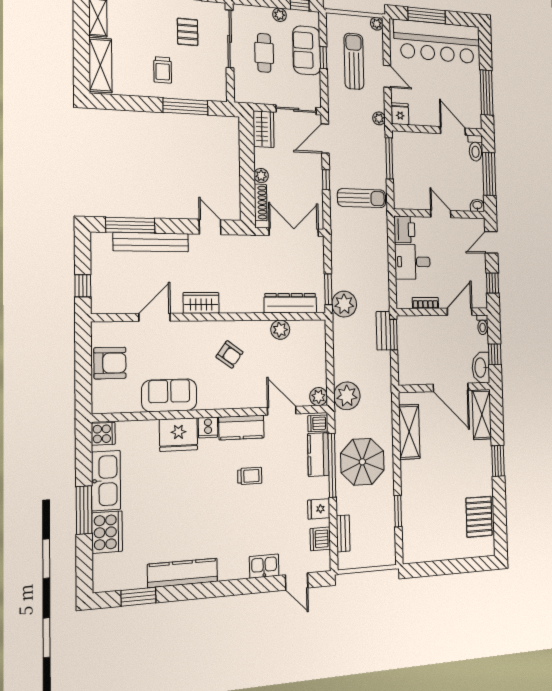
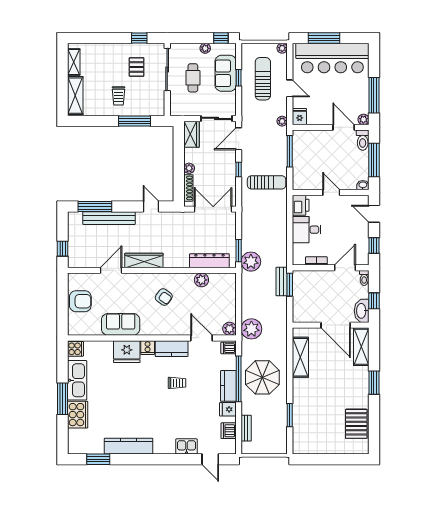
plant: (476, 122) -> (363, 119), added
door: (491, 242) -> (374, 214), hinge flipped
wardrobe: (201, 303) -> (144, 260), width x1.50
kitchen counter: (318, 455) -> (228, 386), moved

